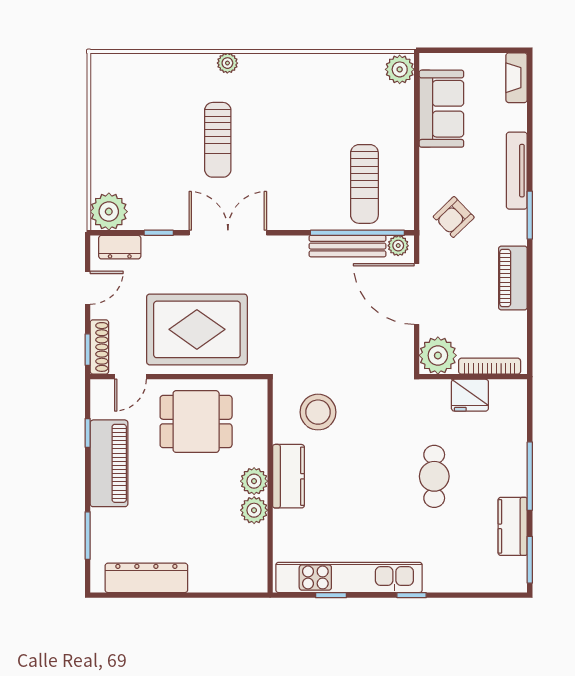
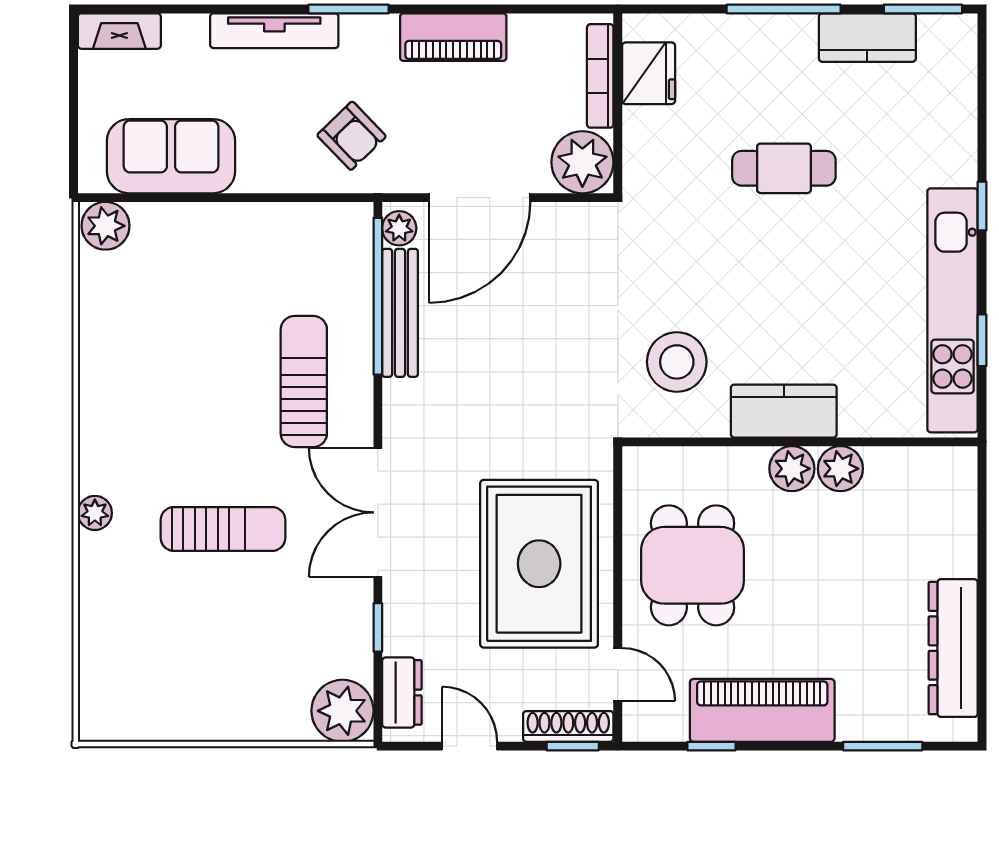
sun lounger: (364, 184) -> (304, 381), moved, turned -90
fridge: (470, 395) -> (649, 73), moved

